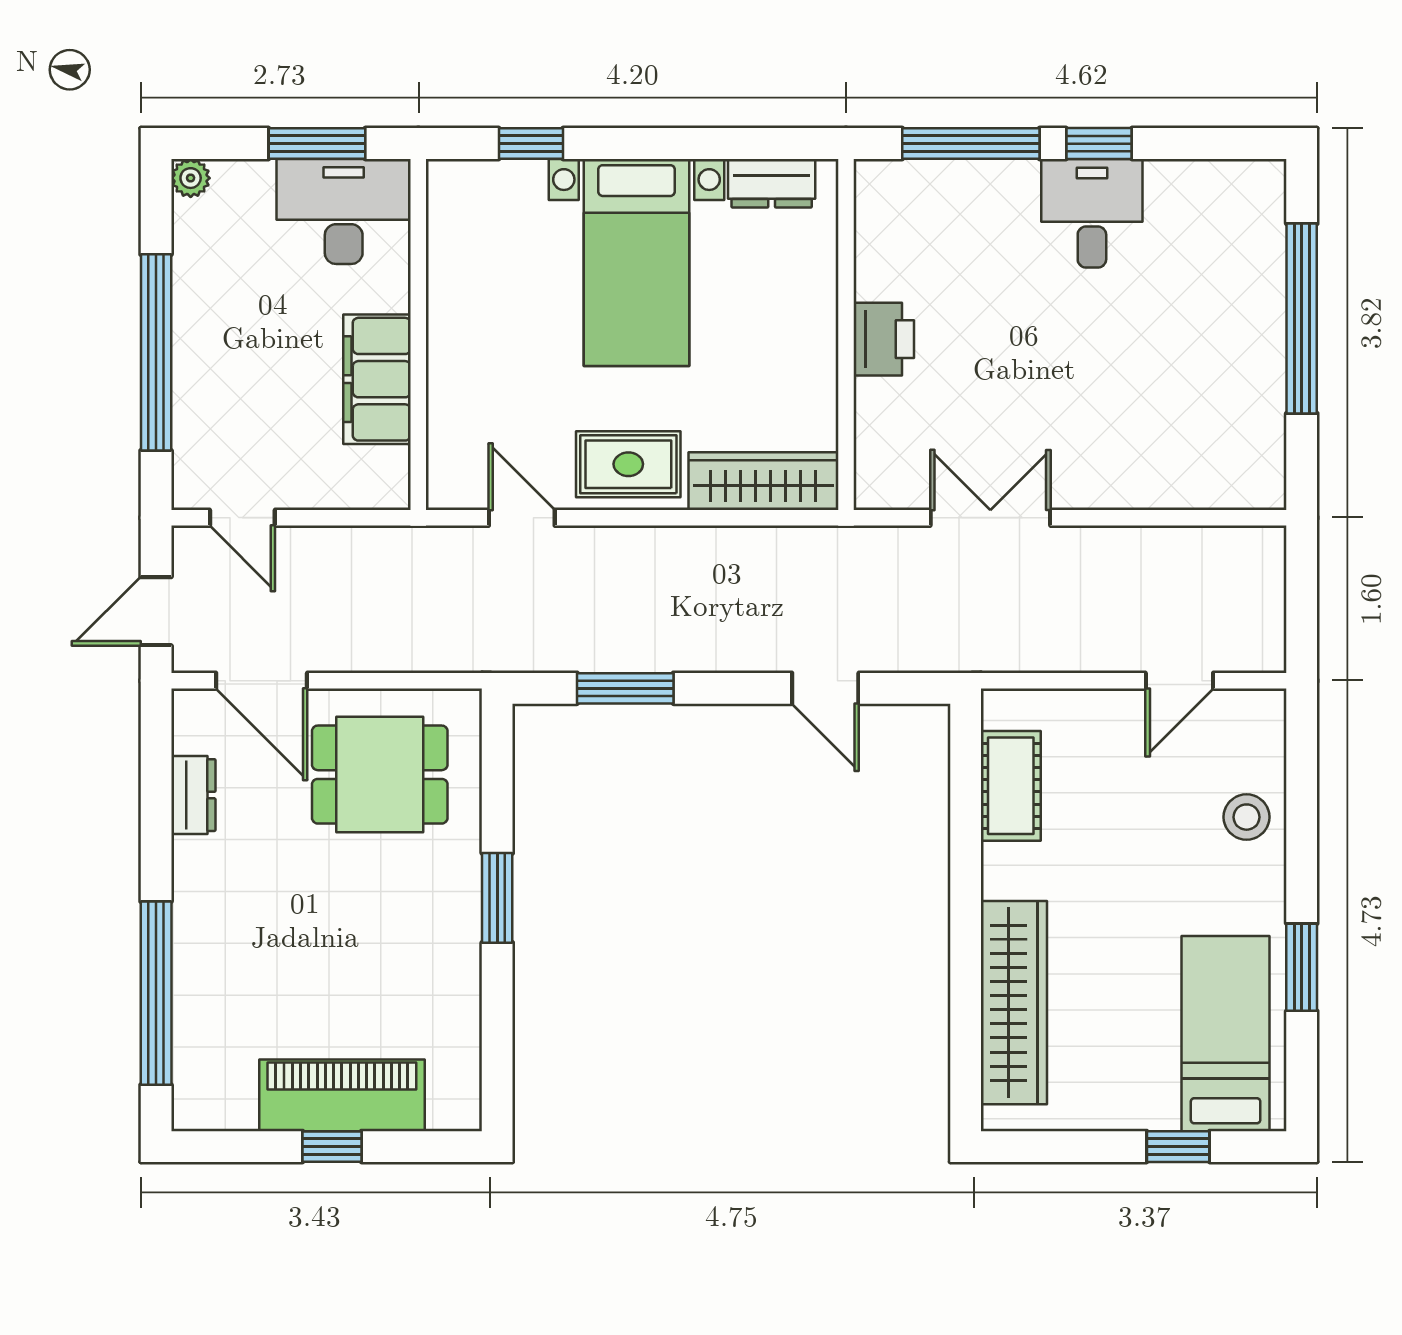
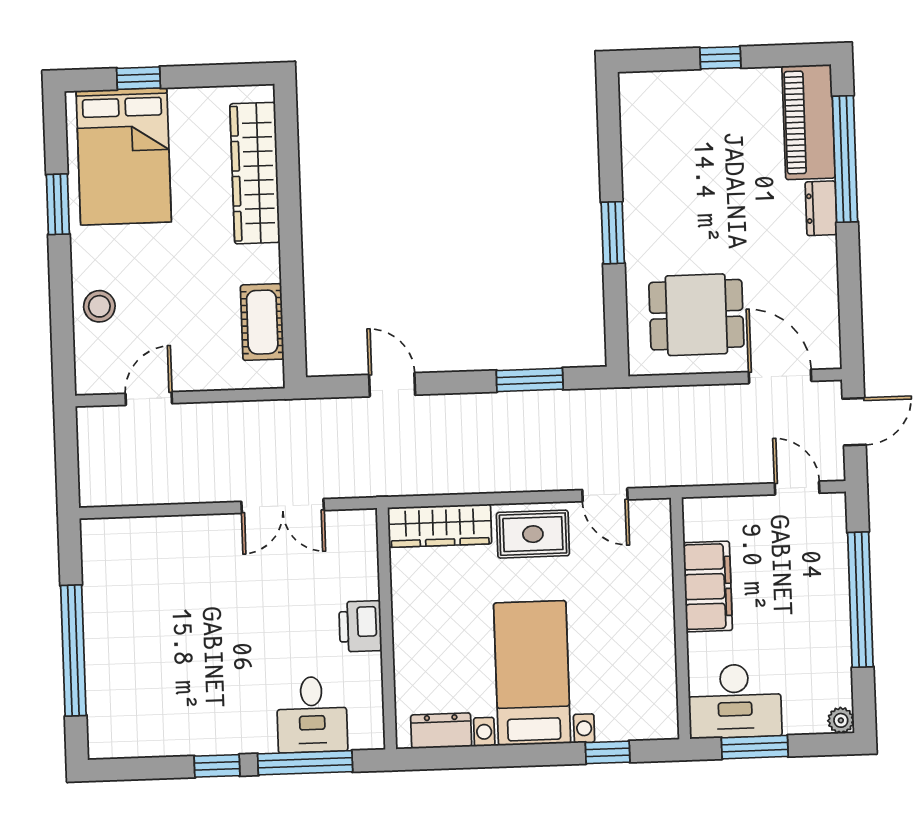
desk: (1092, 213) -> (312, 715), moved
dresser: (193, 795) -> (821, 208), moved
bed: (1226, 1034) -> (124, 156), width x1.50
piano: (342, 1095) -> (808, 122), moved, turned 90

